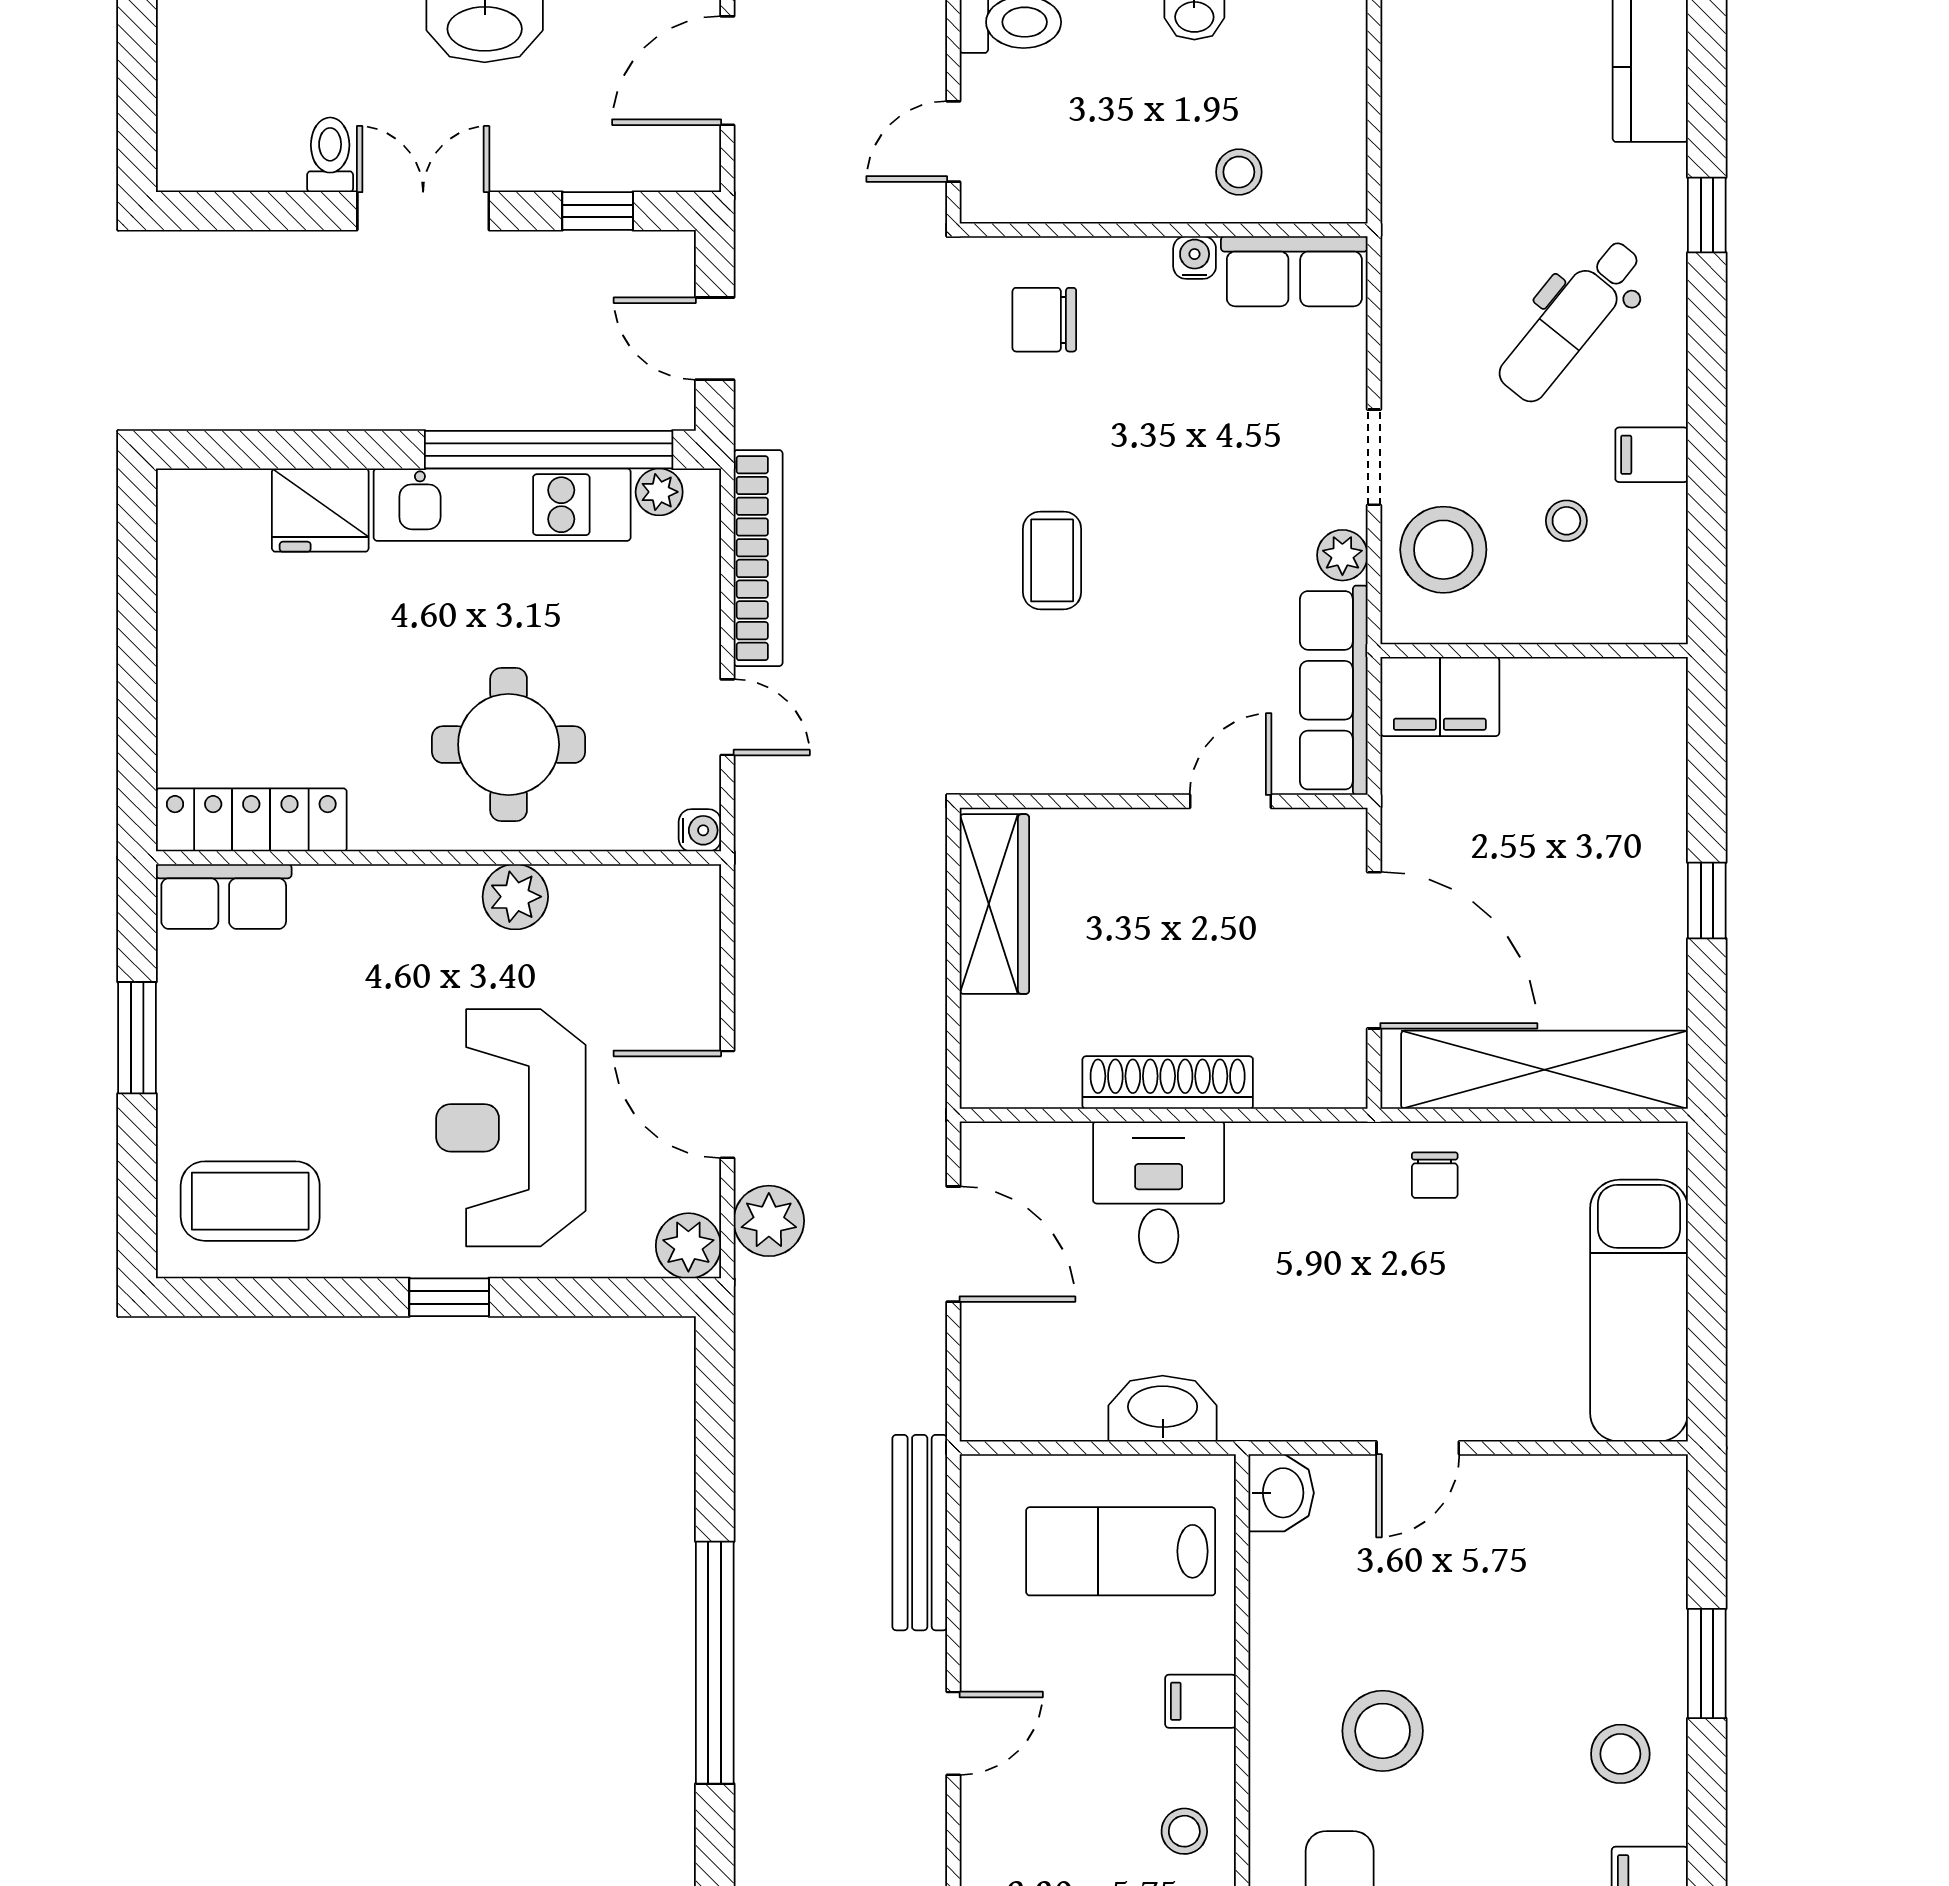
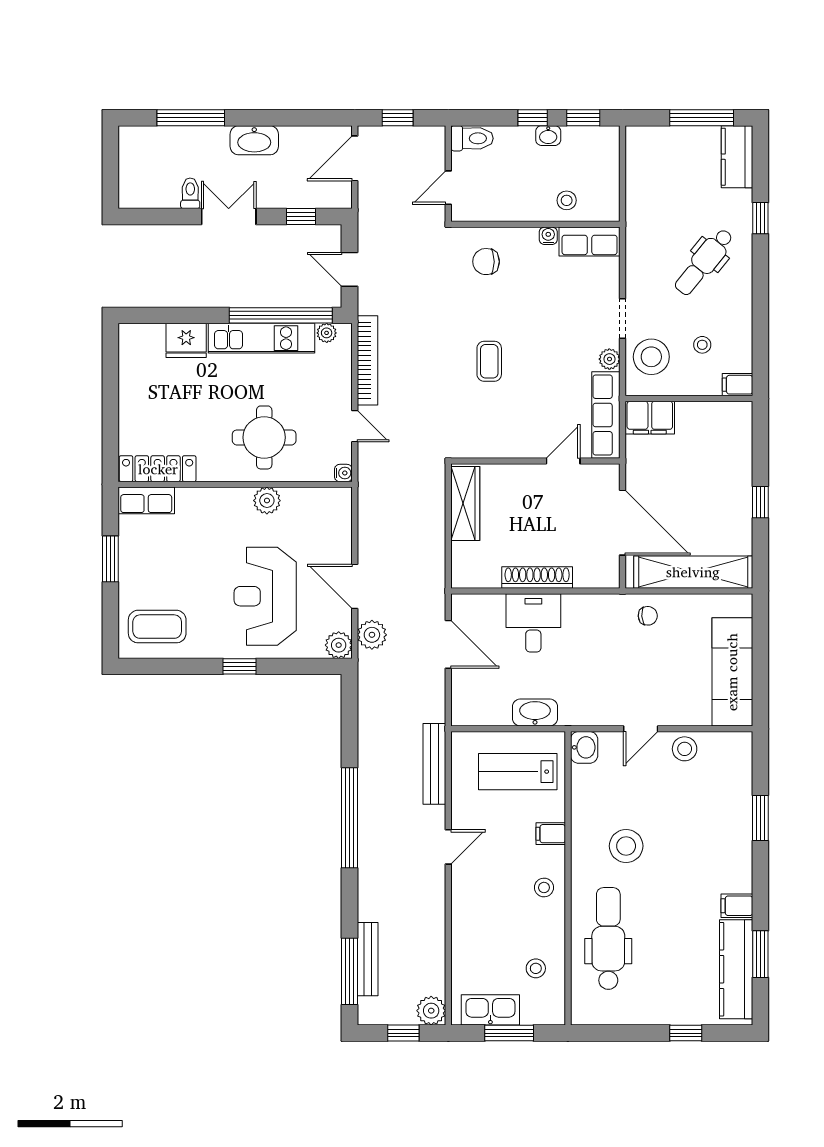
filing cabinet: (1652, 455) -> (738, 385), moved
chair: (1435, 1175) -> (648, 616), turned -94
stool: (1620, 1754) -> (685, 749), moved

